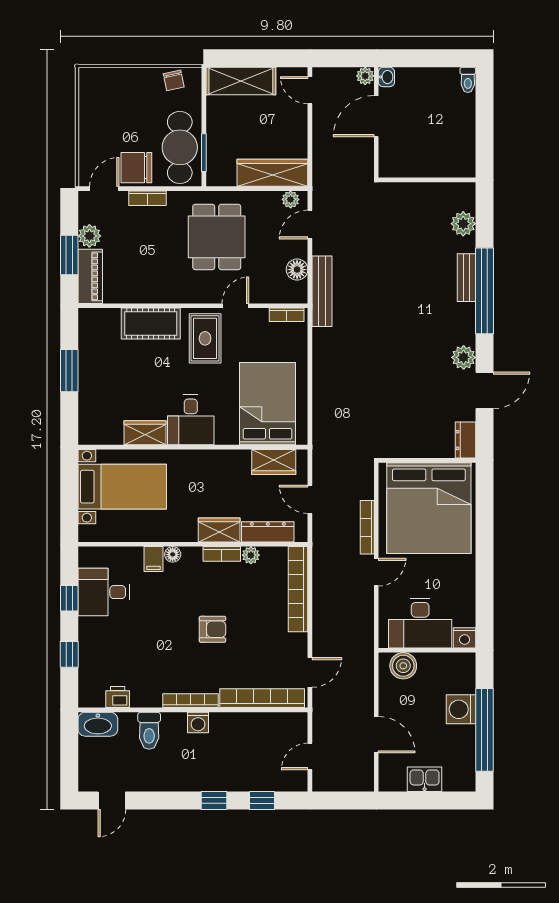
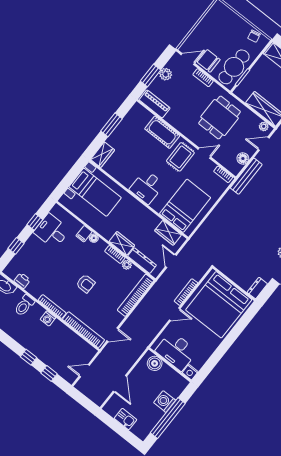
piano: (90, 276) -> (155, 104), moved, turned -90
wardrobe: (145, 433) -> (103, 155), moved, turned 90

